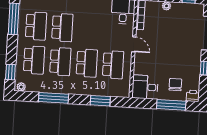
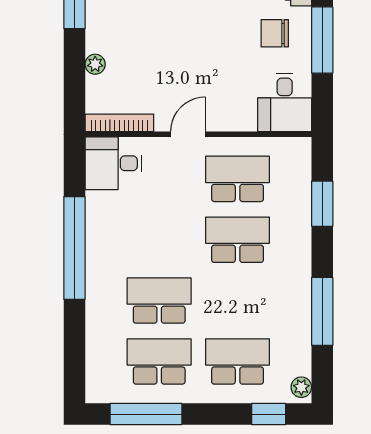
school desk: (60, 62) -> (238, 301), removed

